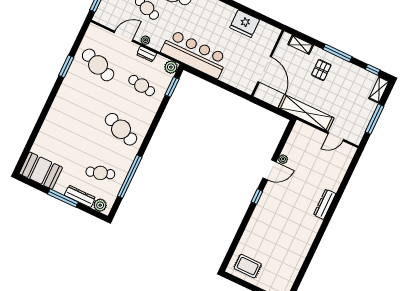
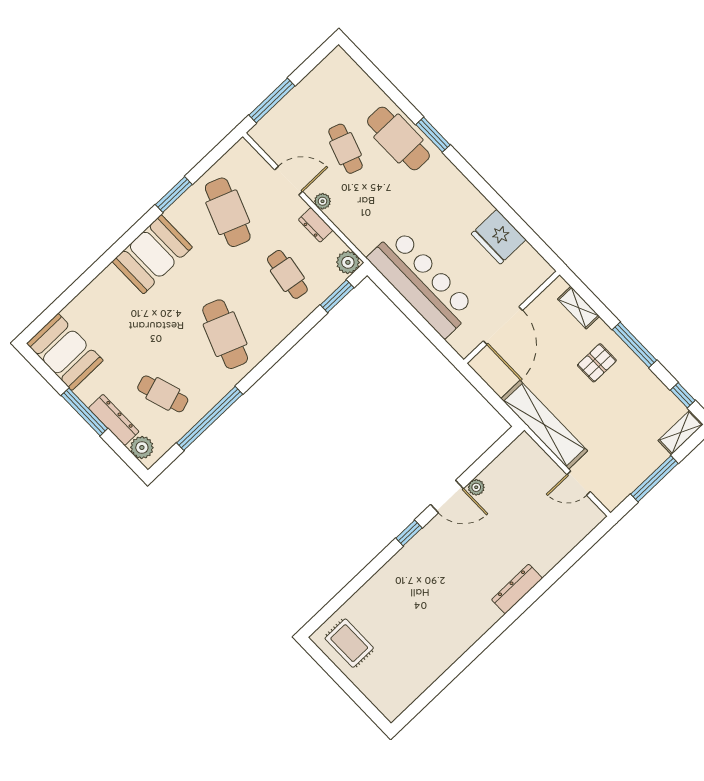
bar counter: (194, 54) -> (422, 283), moved
booth: (67, 102) -> (152, 254), added

